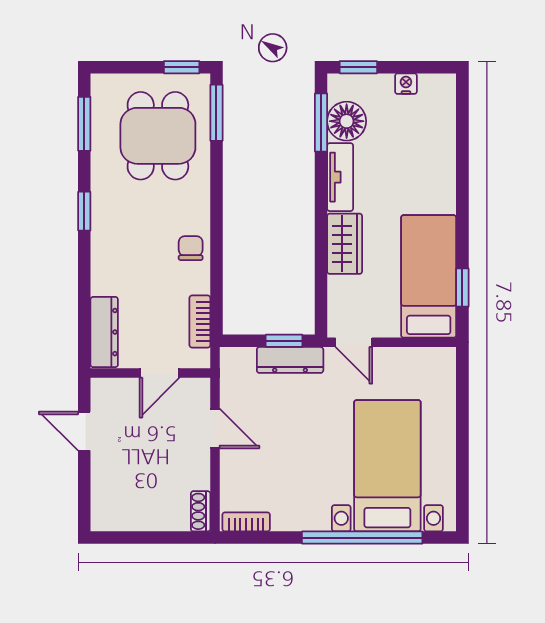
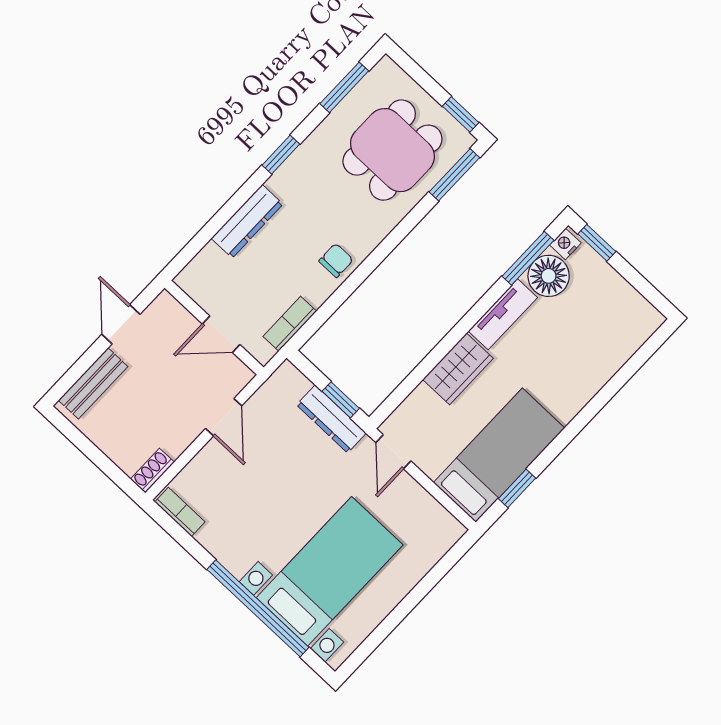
nightstand: (406, 84) -> (565, 244), moved, turned -90
dresser: (104, 332) -> (247, 221), moved
bench: (103, 490) -> (93, 383), added

